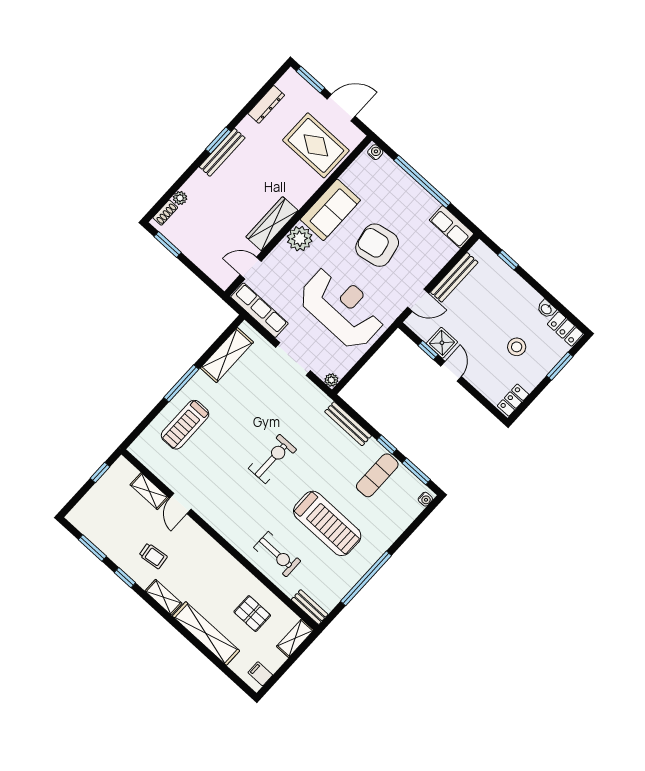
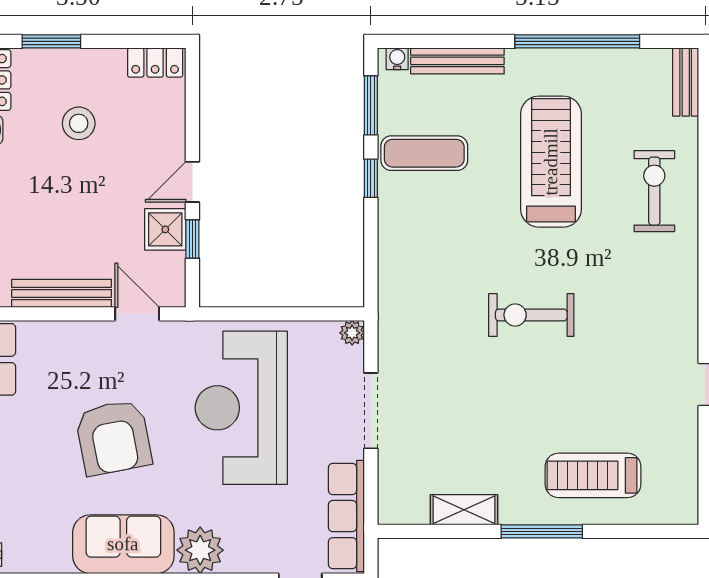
shelving: (227, 355) -> (464, 510), width x0.67, depth x0.75
bench: (348, 424) -> (457, 61), moved, turned 90
treadmill: (185, 425) -> (593, 475), turned 180

